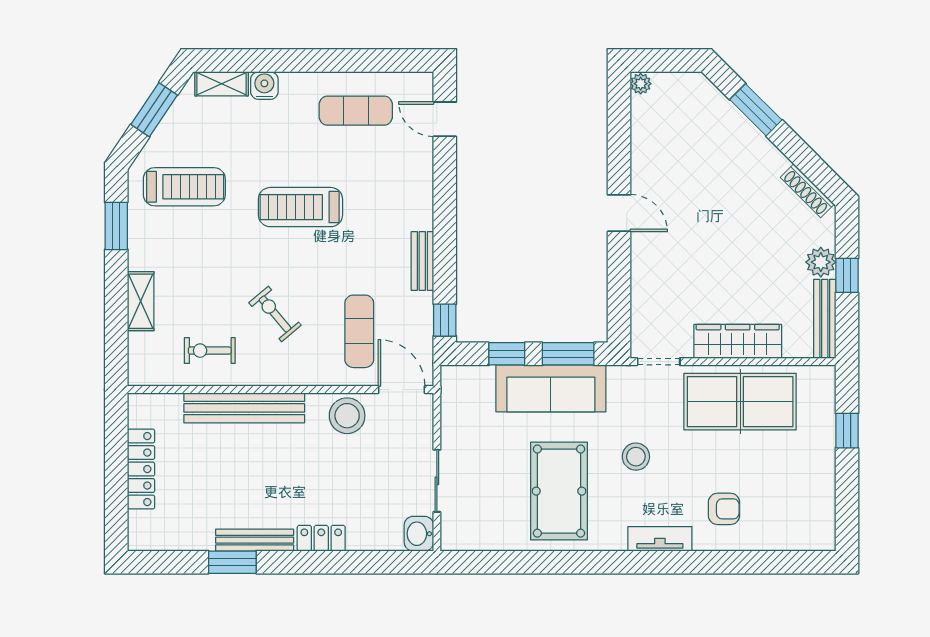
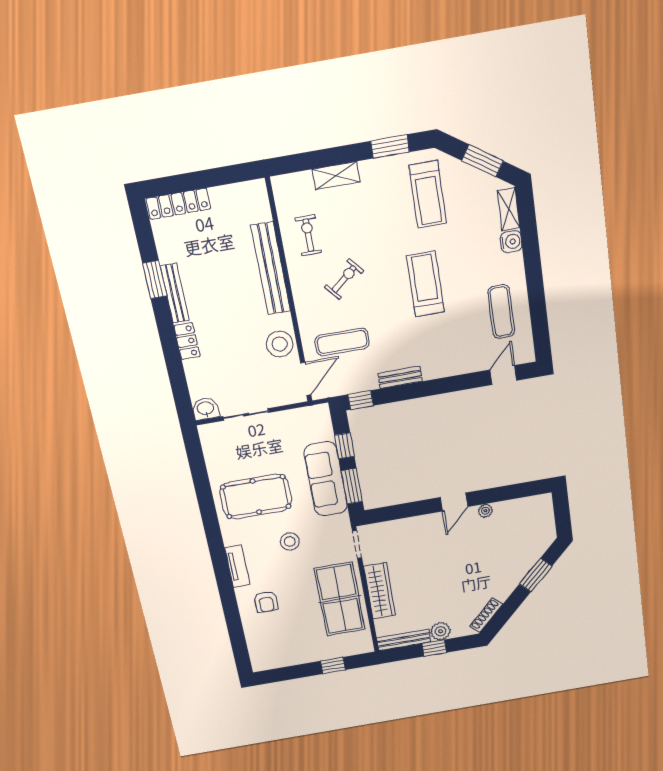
plant: (641, 84) -> (485, 511), moved
locker: (141, 469) -> (178, 204), moved

